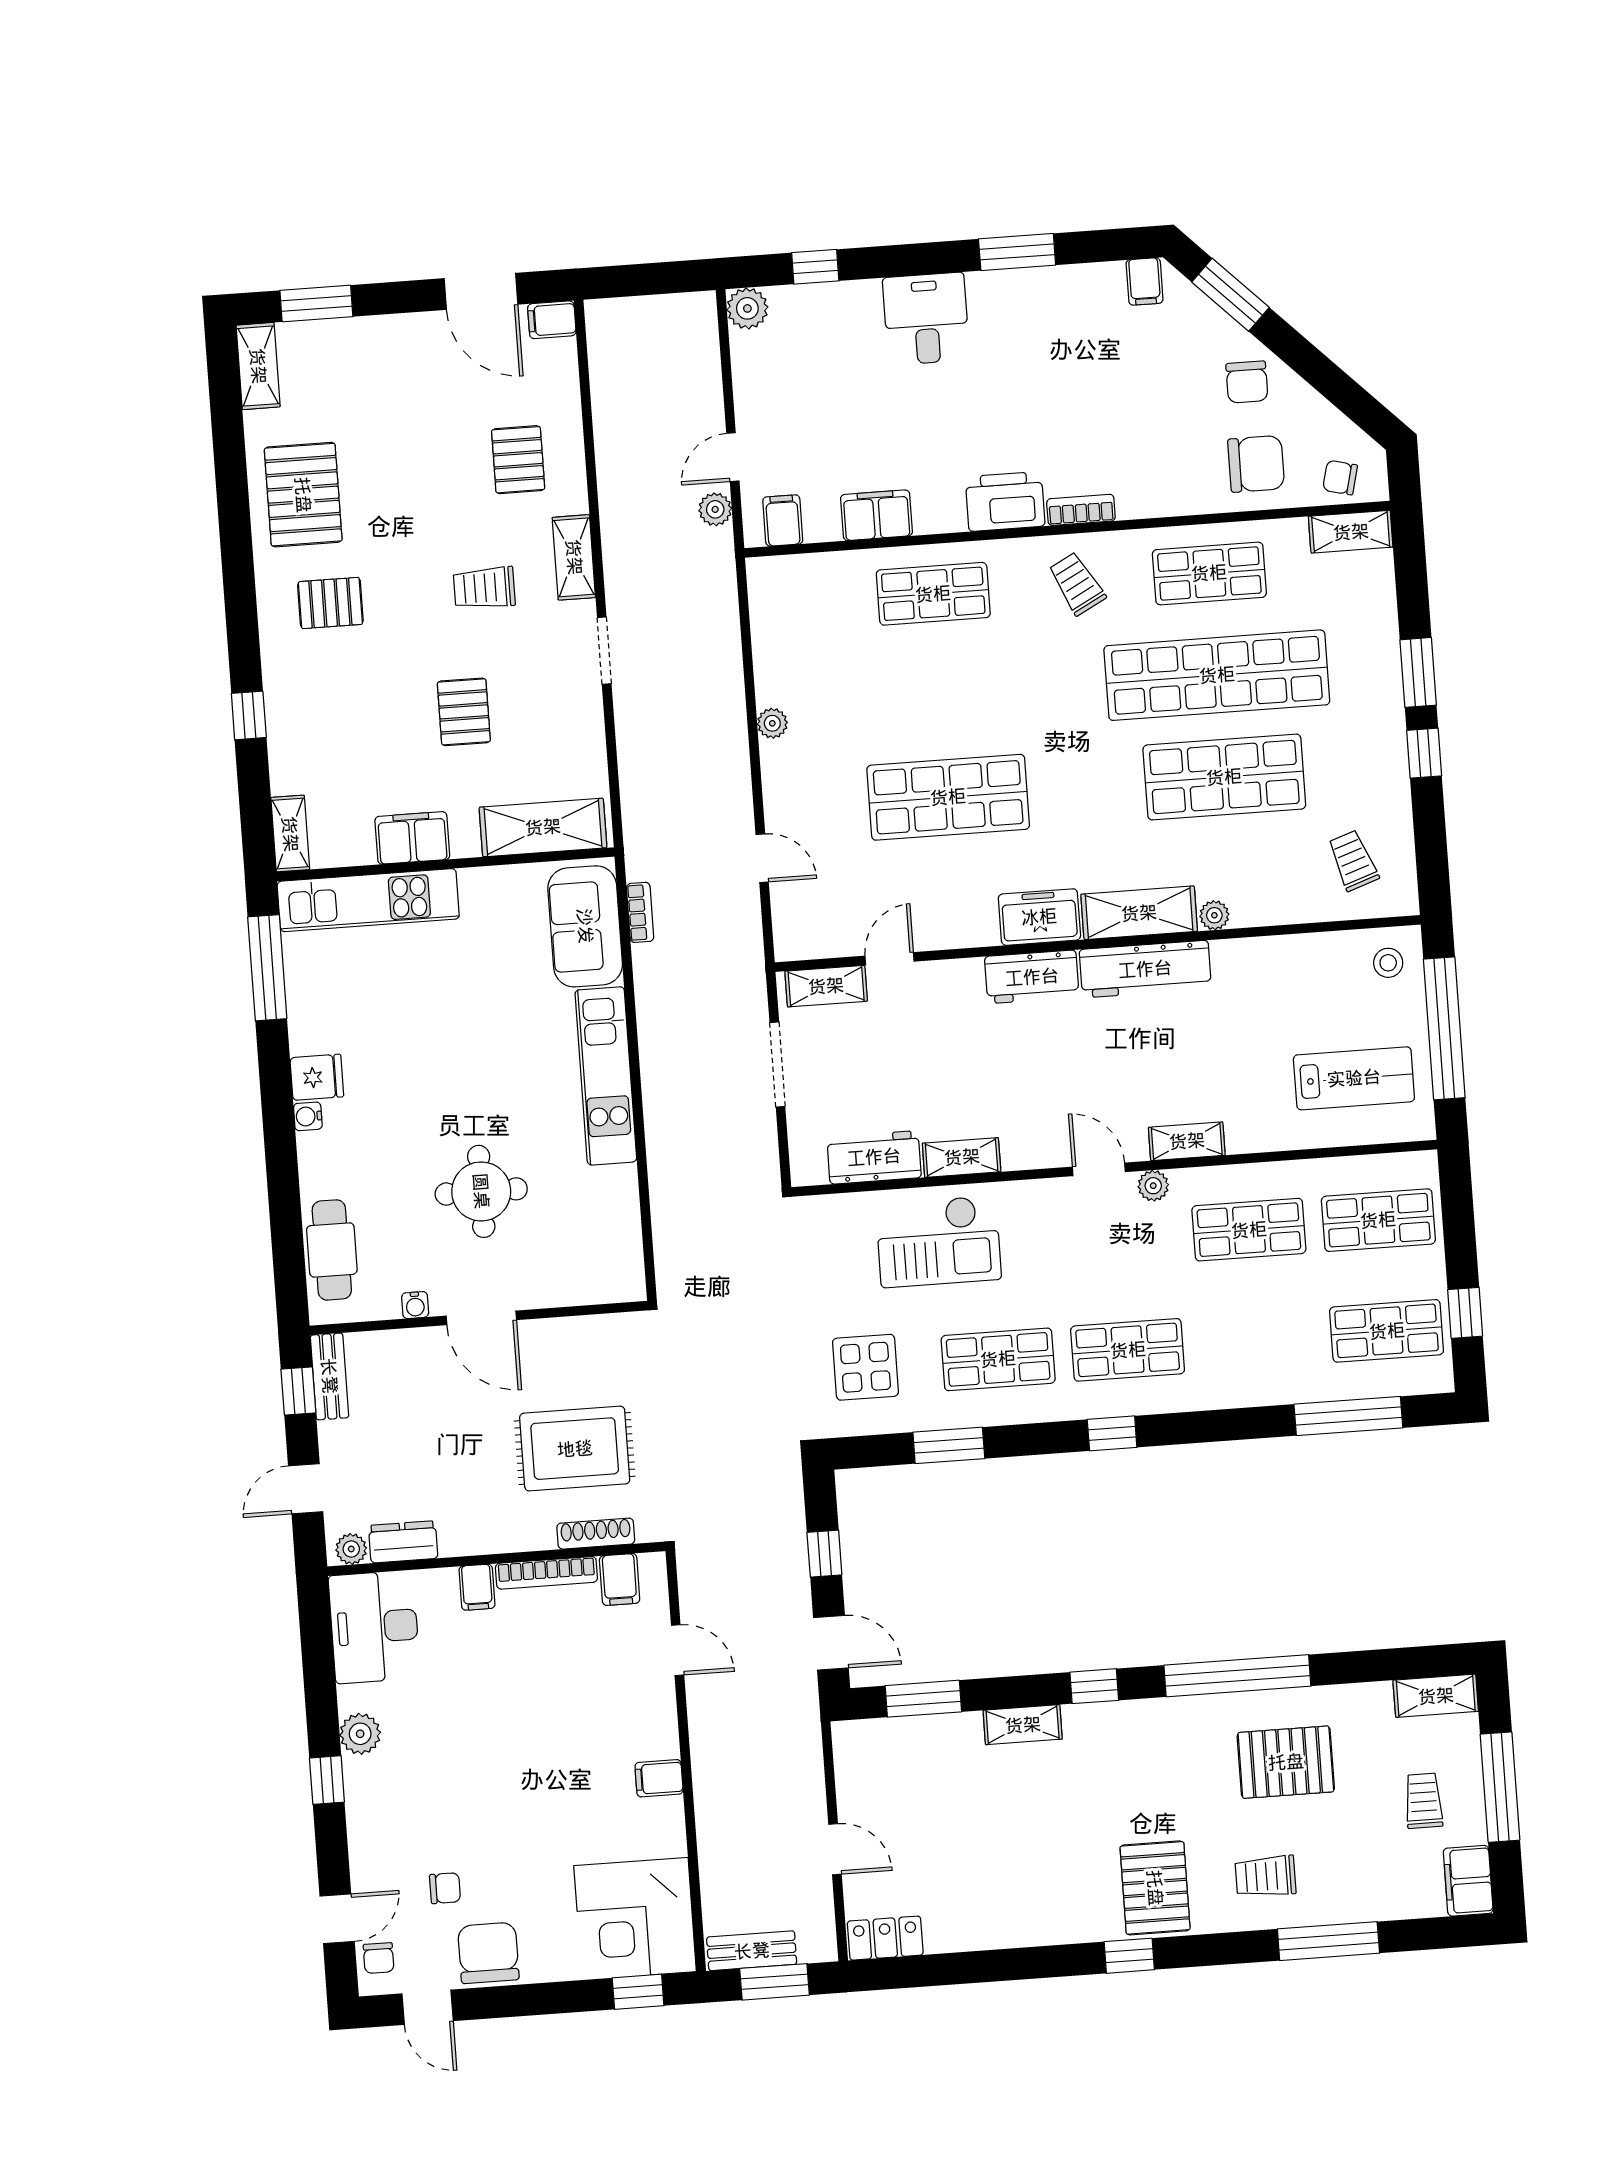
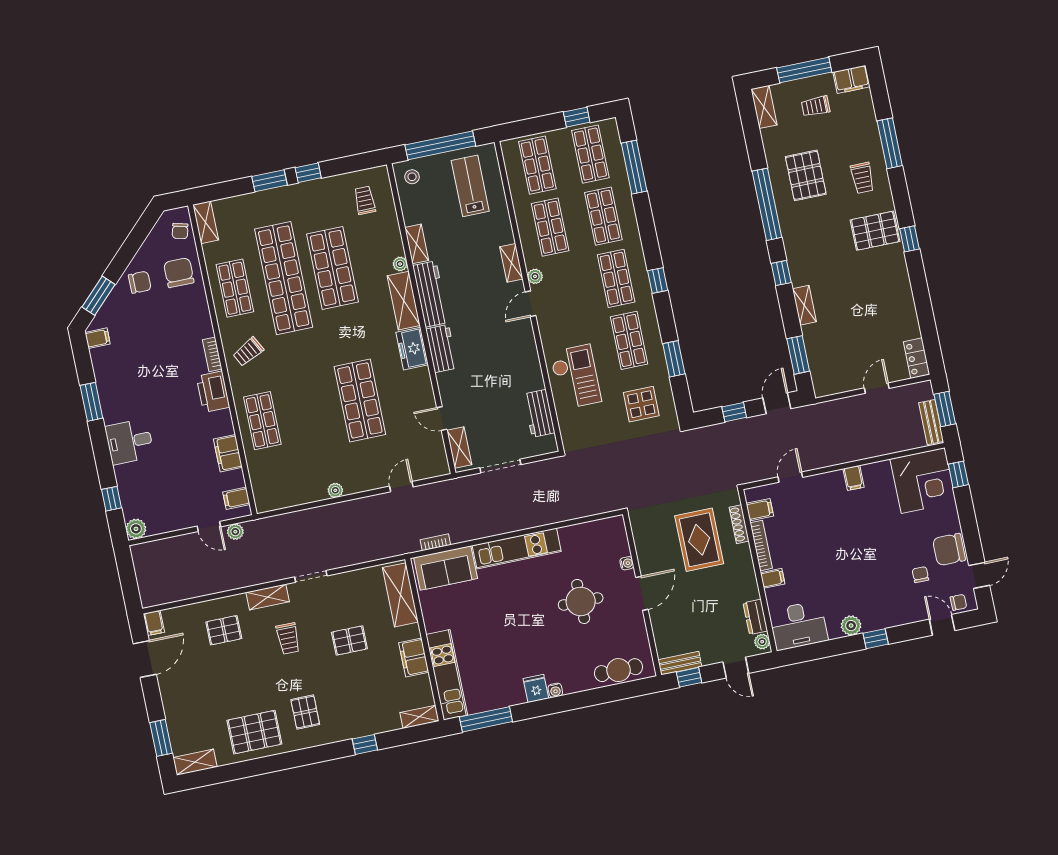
trolley: (1353, 861) -> (365, 200), turned 109
shelving: (962, 1157) -> (417, 244), moved
water cooler: (415, 1305) -> (627, 563), moved
shop shelf: (1257, 1340) -> (603, 216), added

